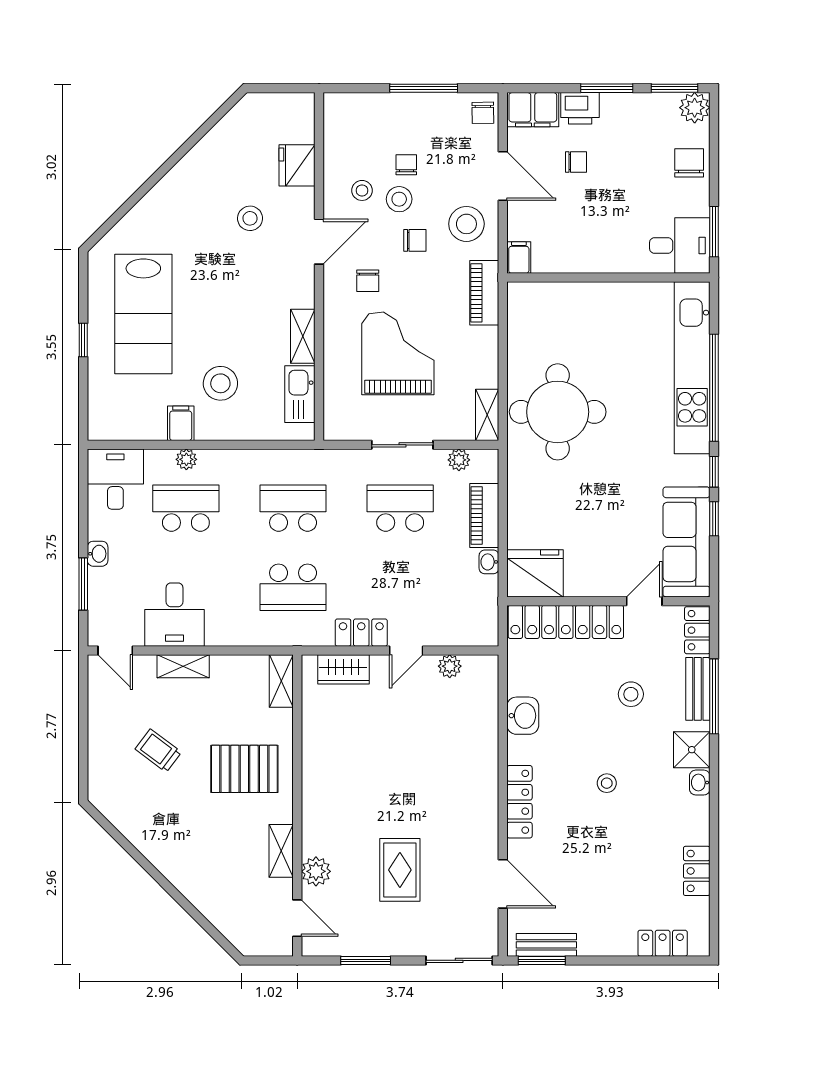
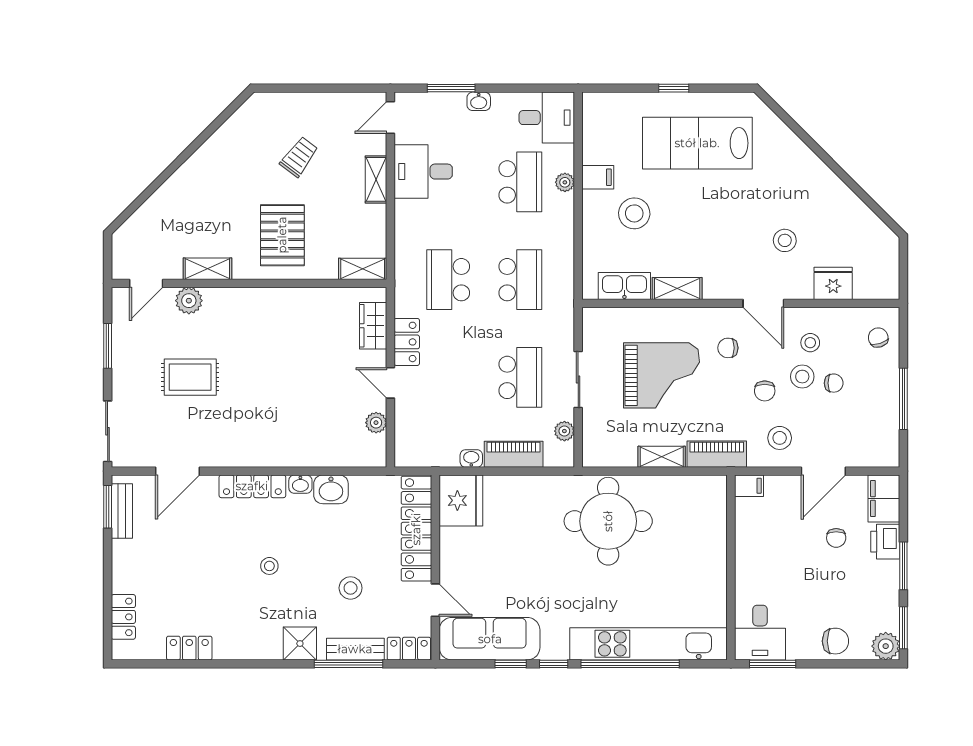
chair: (483, 113) -> (878, 338), moved, turned 74
stool: (466, 224) -> (780, 438), width x0.73, depth x0.73
shelving: (487, 415) -> (662, 457), moved
washbasin: (700, 783) -> (300, 484), moved, turned 180

